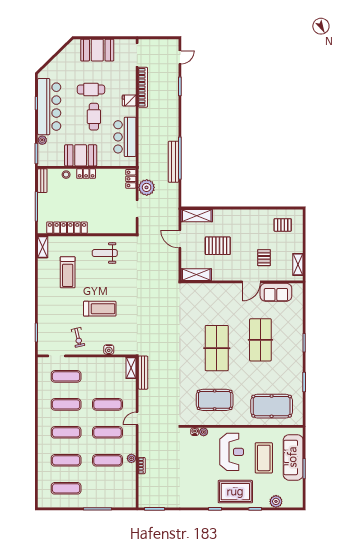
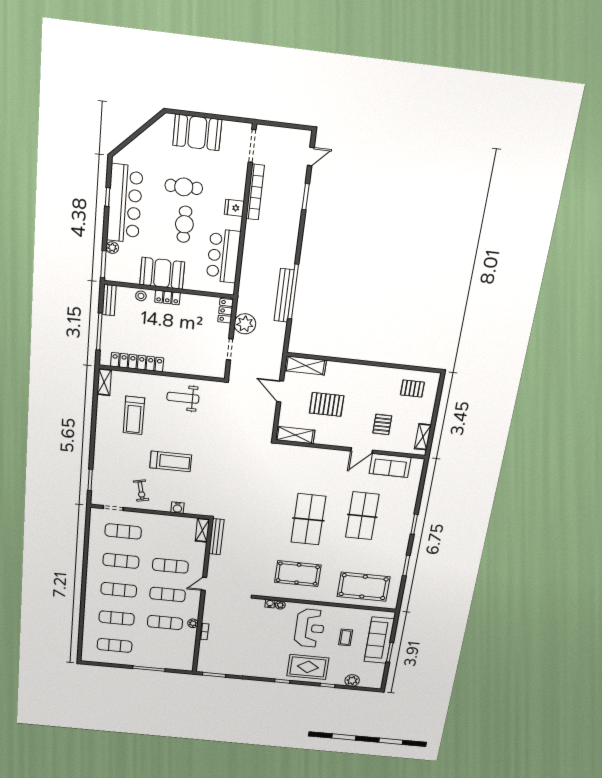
coffee table: (264, 458) -> (346, 637), width x0.54, depth x0.58

